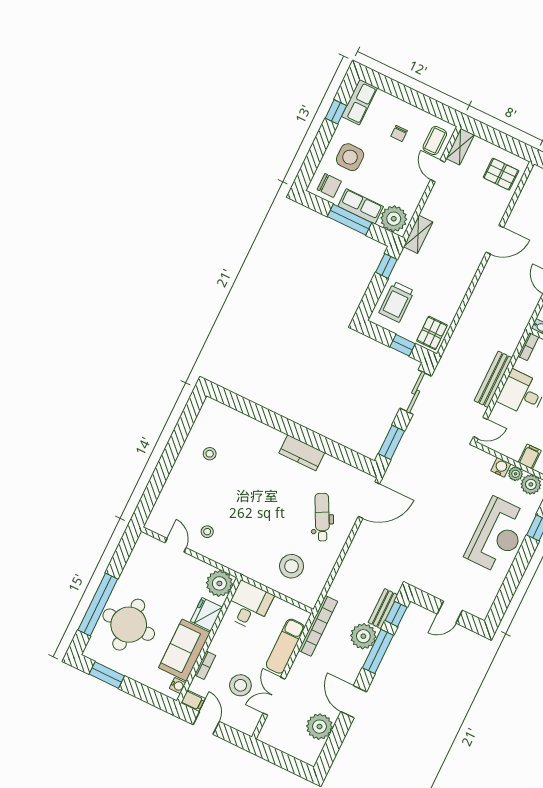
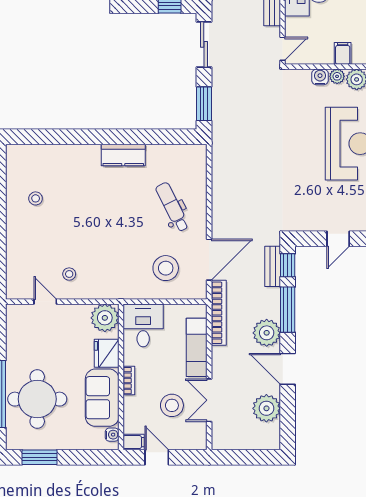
door: (369, 500) -> (209, 260), moved
plant: (363, 636) -> (267, 333), moved
bookcase: (205, 665) -> (129, 381), moved

